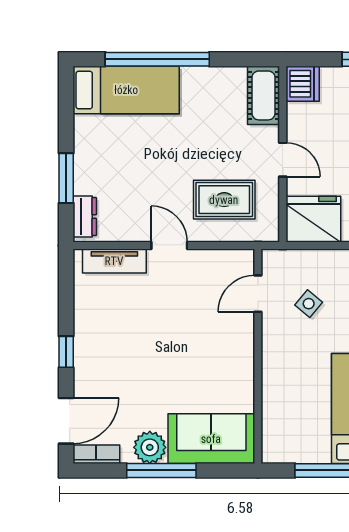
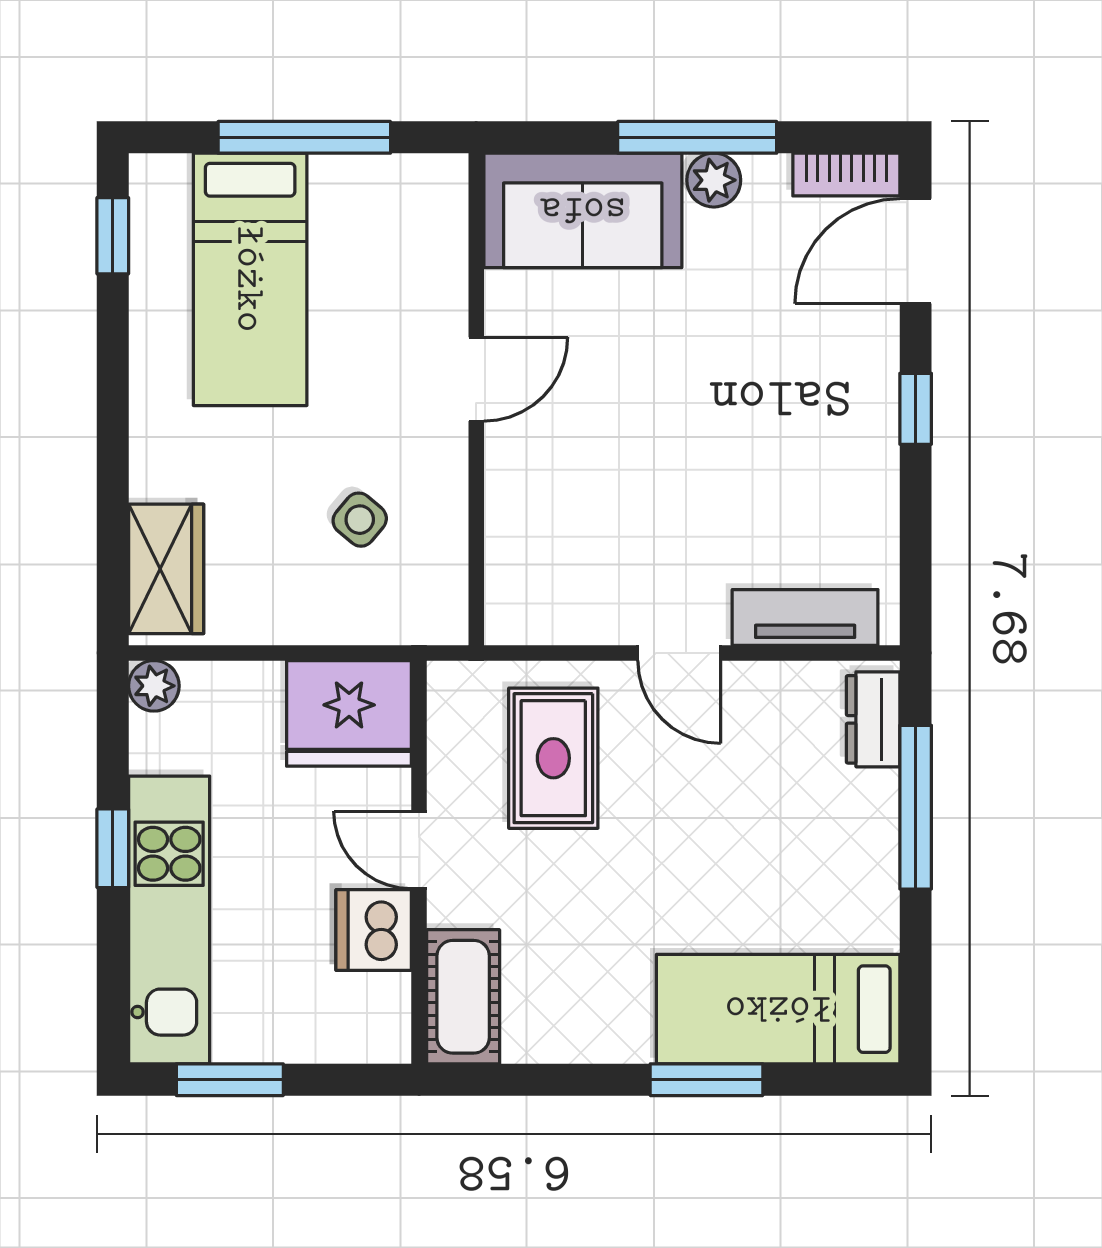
window: (157, 59) -> (707, 1080), width x0.47
dishwasher: (303, 84) -> (374, 930), moved
window: (66, 178) -> (916, 807), width x1.44
rug: (224, 200) -> (553, 758), turned 90
door: (258, 294) -> (476, 379), moved
plant: (150, 447) -> (714, 180), width x0.73, depth x0.73

